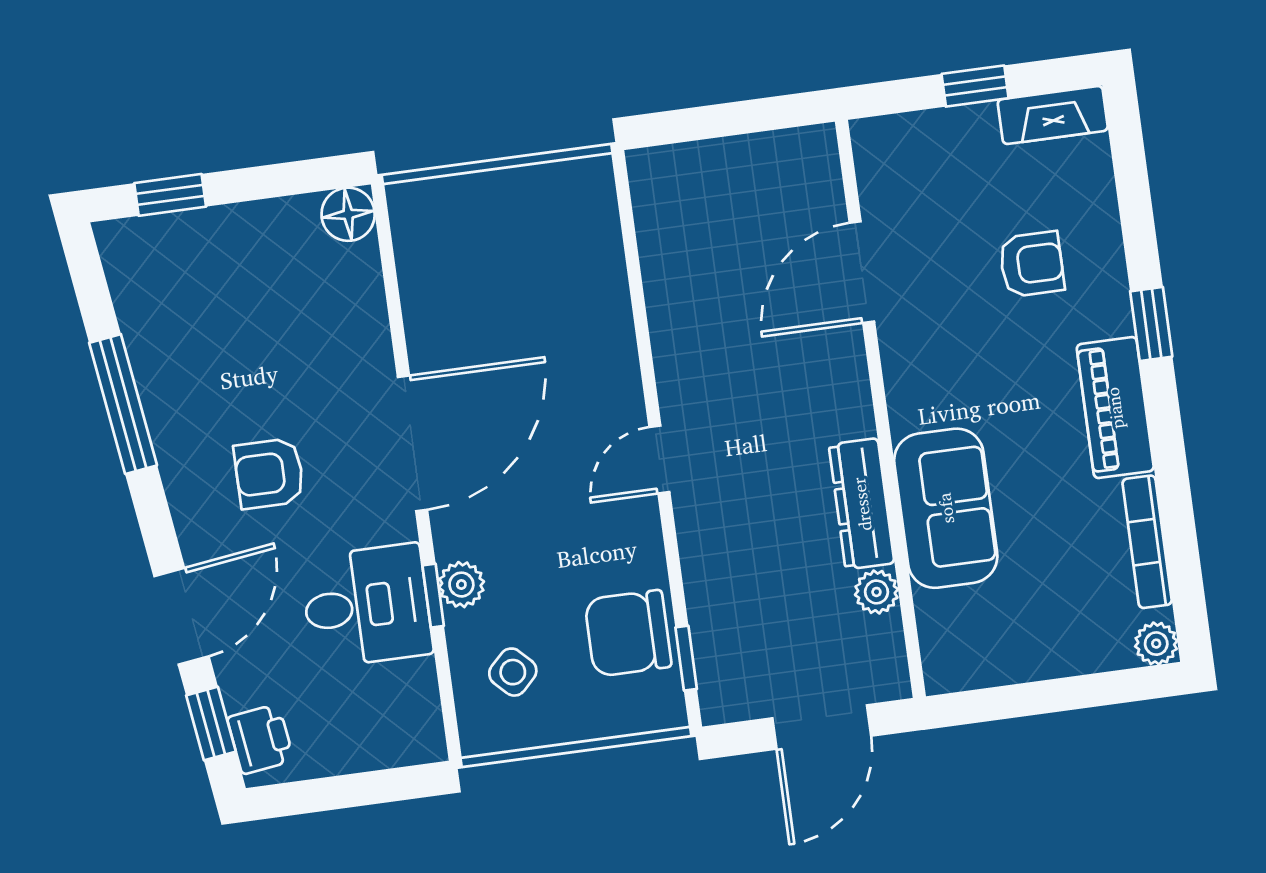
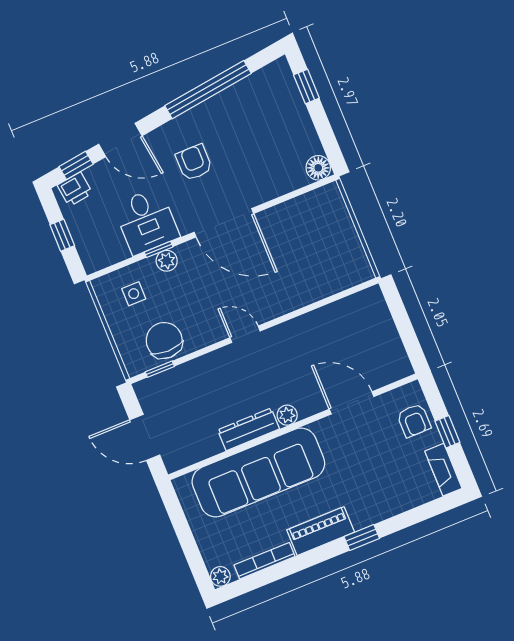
armchair: (1032, 264) -> (414, 420), moved
window: (123, 404) -> (208, 90), width x1.46
sofa: (946, 508) -> (258, 472), width x1.85, depth x1.27
plant: (876, 592) -> (287, 415), moved
side table: (513, 672) -> (134, 294), turned 45
window: (351, 791) -> (62, 235), added

